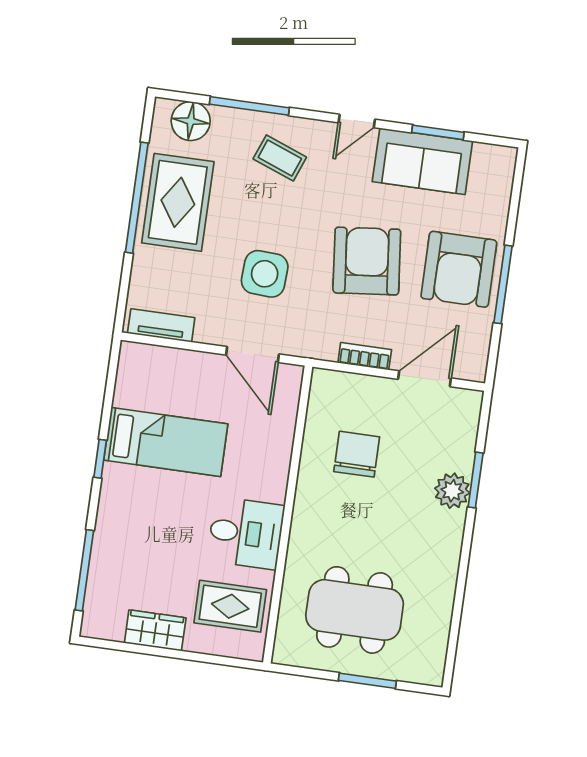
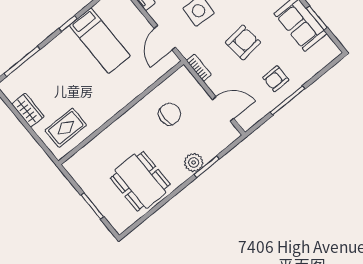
armchair: (367, 261) -> (243, 42), width x0.73, depth x0.73
armchair: (459, 269) -> (276, 79), width x0.53, depth x0.53
bookcase: (365, 356) -> (199, 68), moved
desk: (246, 533) -> (98, 105), removed
rug: (230, 606) -> (66, 128), turned 90
dining table: (355, 610) -> (140, 181), moved

